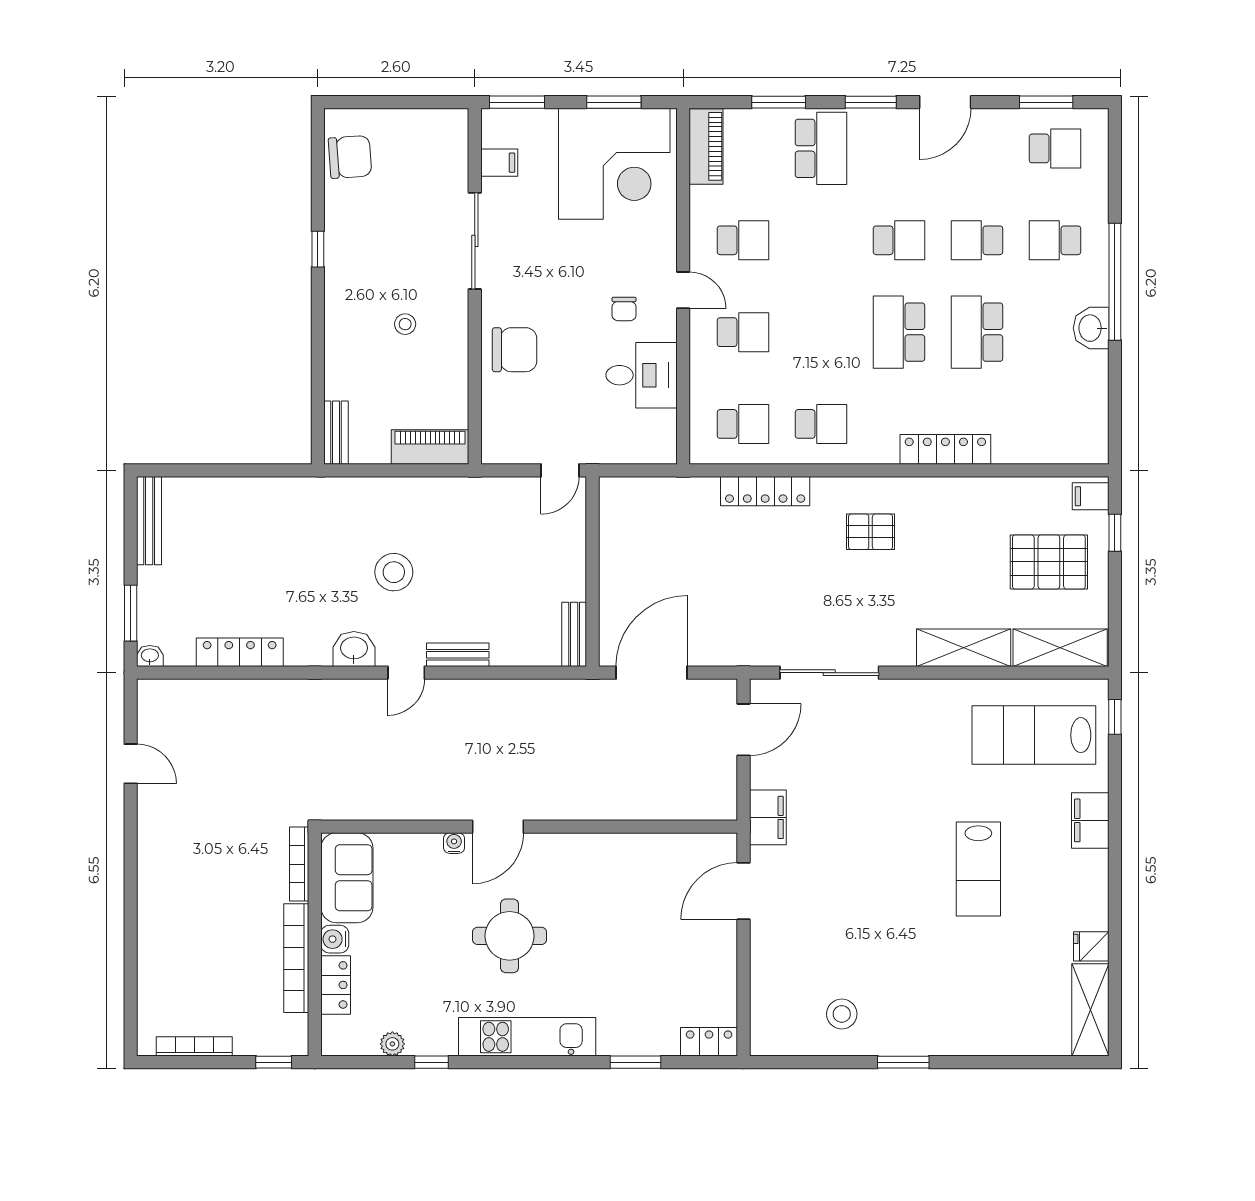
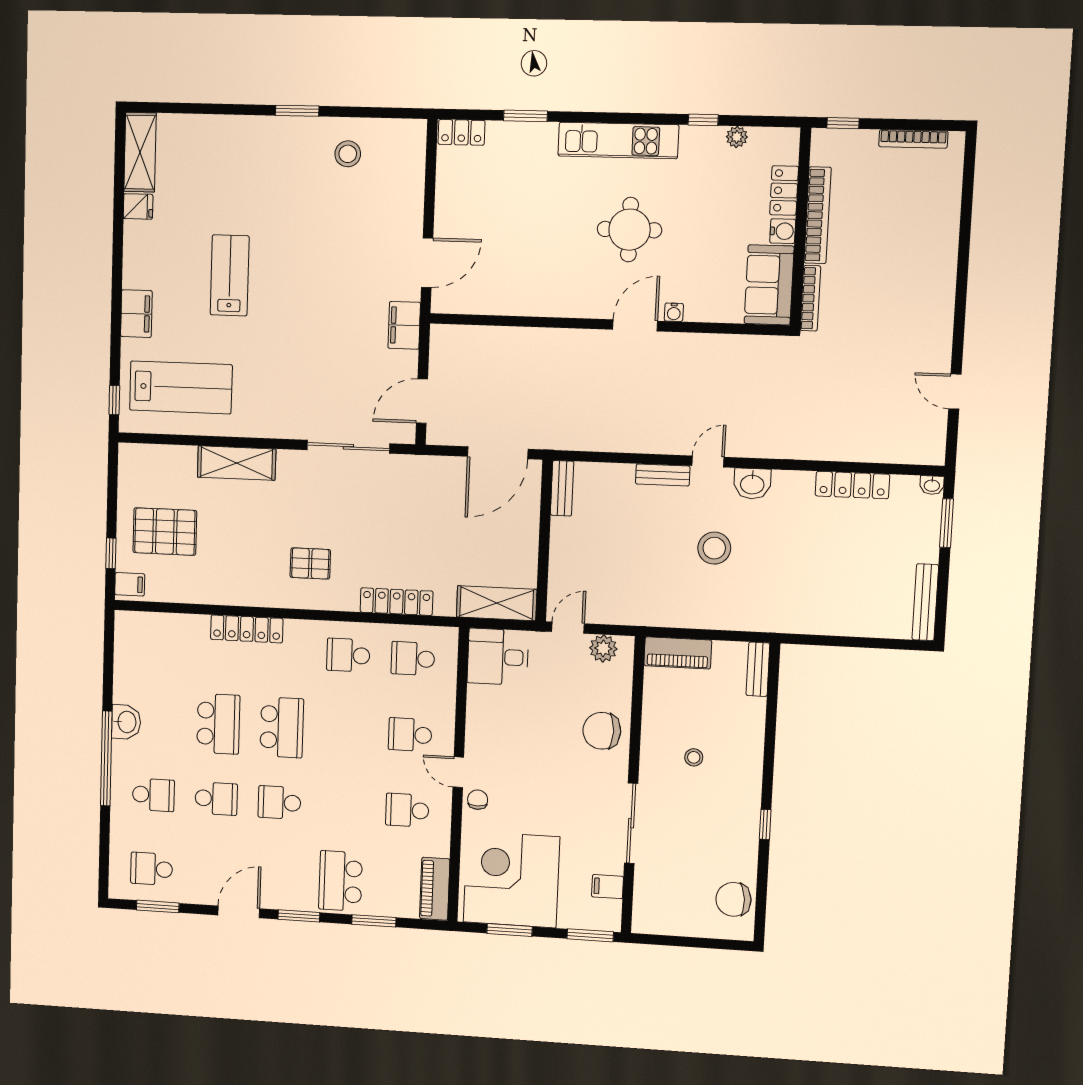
chair: (624, 309) -> (478, 800), moved
desk: (642, 375) -> (498, 657), moved
plant: (517, 448) -> (603, 648), added
shelving: (1060, 648) -> (497, 603), moved

